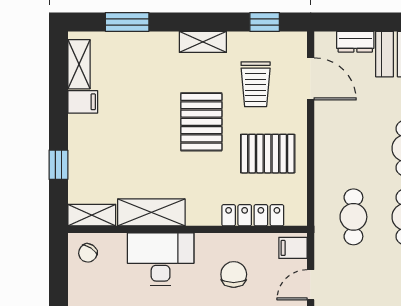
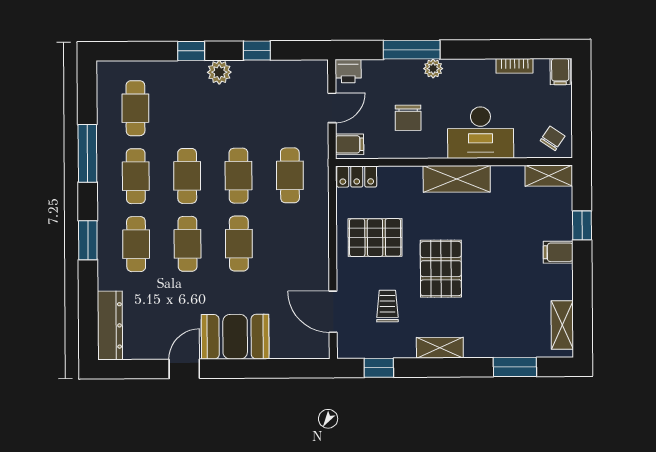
dresser: (355, 42) -> (289, 349), removed
trolley: (256, 84) -> (387, 306), width x0.73, depth x0.72
filing cabinet: (83, 102) -> (558, 252), moved
shelving: (151, 212) -> (457, 179), moved
locker: (253, 215) -> (357, 177), moved, width x0.66

